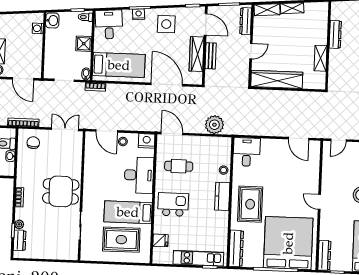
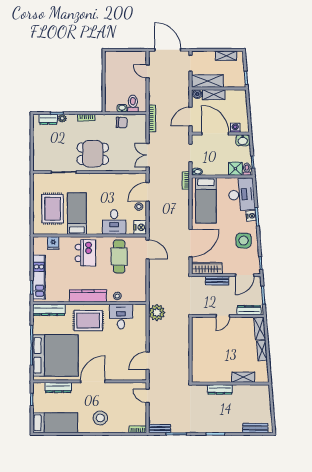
desk: (109, 24) -> (242, 195), width x1.37
dresser: (335, 34) -> (220, 389), moved
shower: (84, 44) -> (235, 169), moved
door: (43, 51) -> (215, 134), added
door: (251, 51) -> (223, 316), hinge flipped
wardrobe: (197, 54) -> (207, 268), moved
shelving: (321, 58) -> (243, 377), moved
wardrobe: (277, 79) -> (199, 340), removed
plant: (214, 125) -> (157, 313), moved
double door: (65, 129) -> (148, 155), swing flipped
door: (172, 134) -> (148, 249), hinge flipped
chair: (33, 143) -> (122, 122), moved
desk: (247, 152) -> (121, 317), moved, turned -90
cafe table: (179, 166) -> (119, 256), width x1.37, depth x1.35
desk: (139, 175) -> (114, 222), width x0.73
dining table: (61, 191) -> (93, 154), turned 90
kitchen counter: (222, 196) -> (88, 296), width x1.50
door: (319, 202) -> (93, 381), width x1.87
dresser: (324, 255) -> (58, 388), moved

